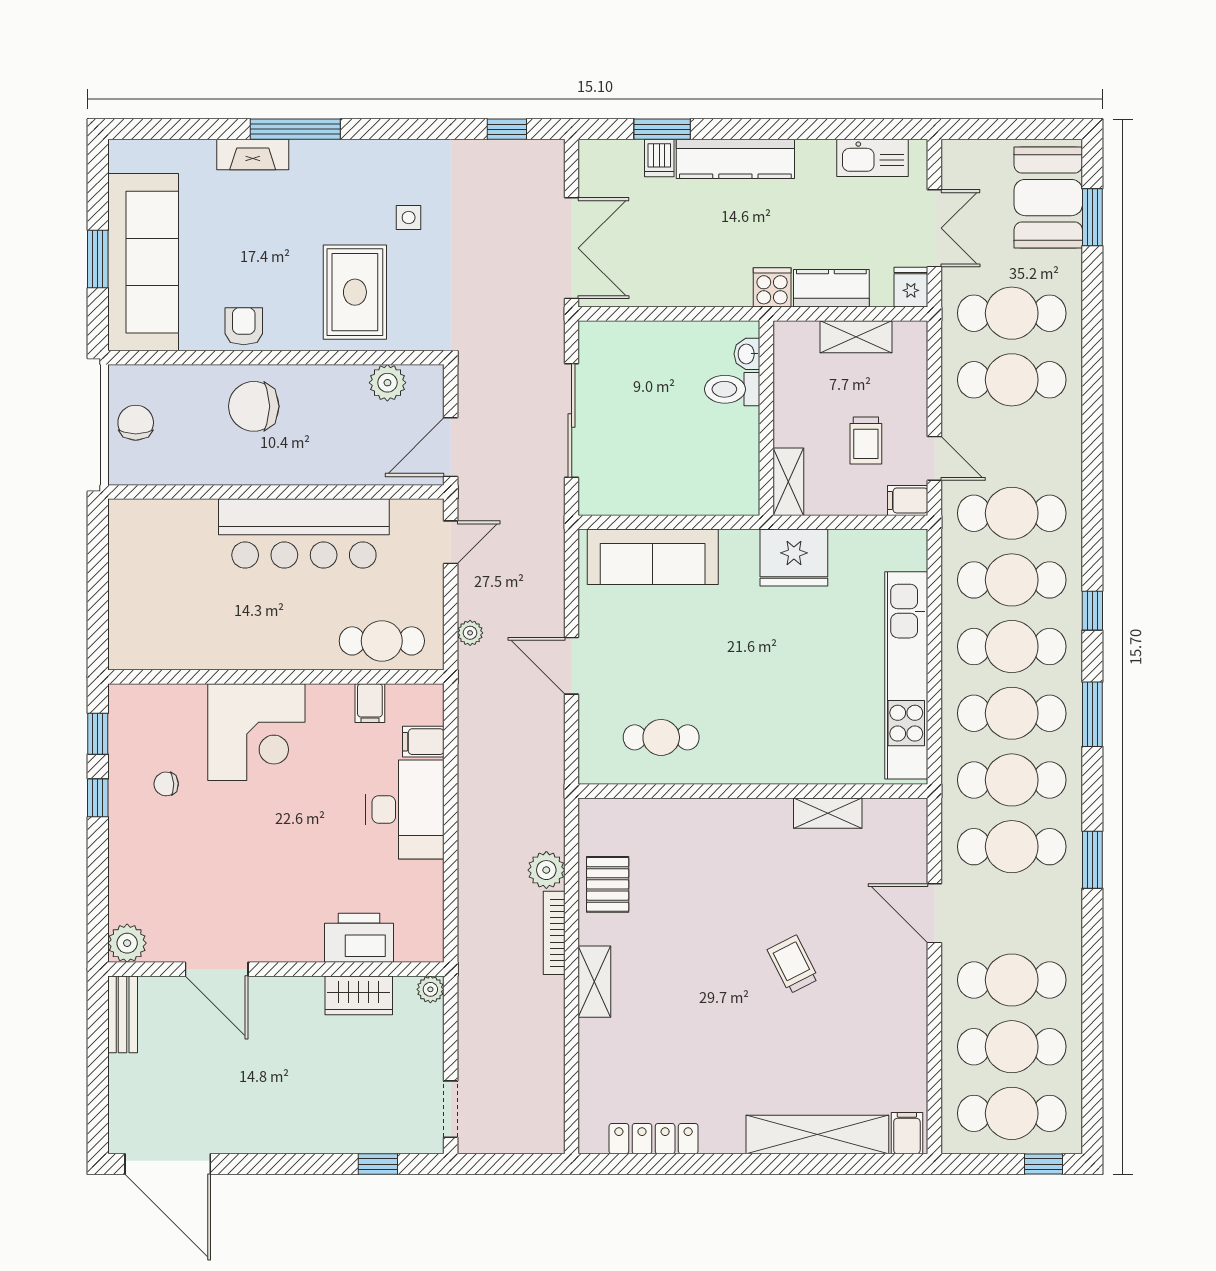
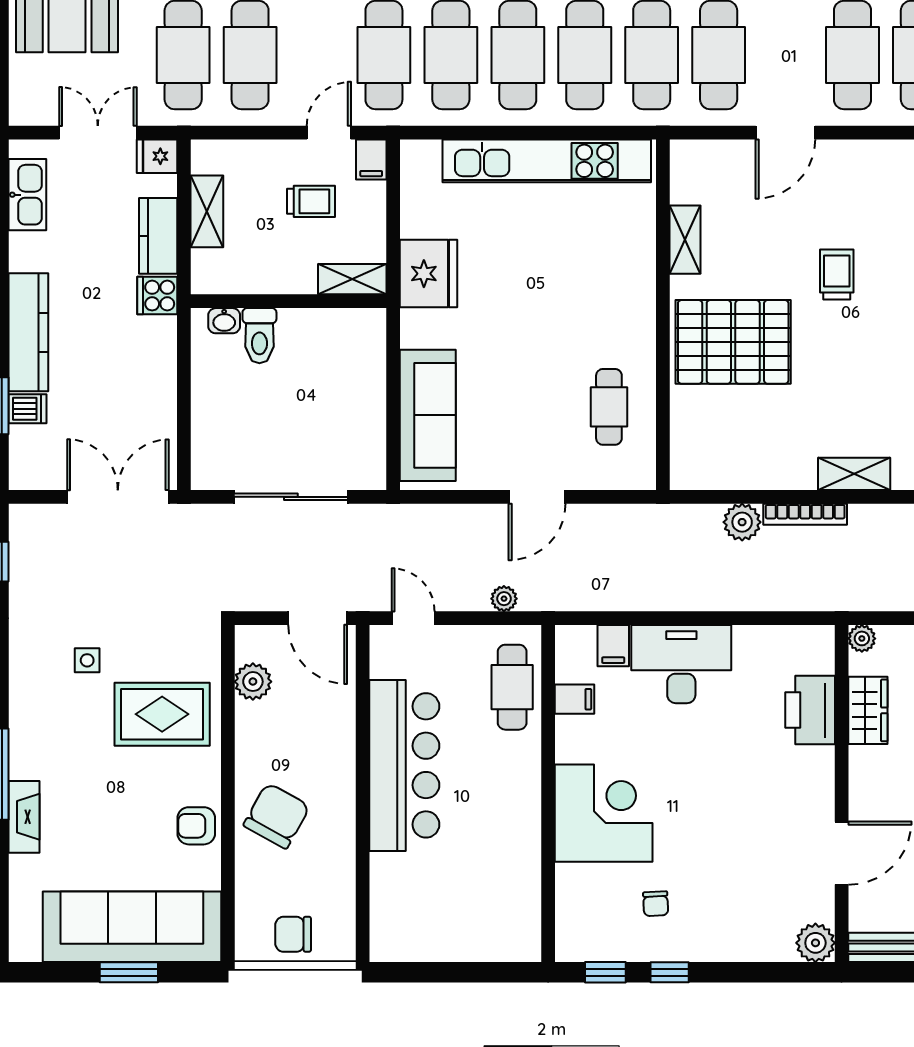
chair: (254, 406) -> (277, 816), turned -151
pallet: (608, 884) -> (733, 342), moved, width x2.05, depth x2.00
trolley: (793, 964) -> (837, 275), turned 117

